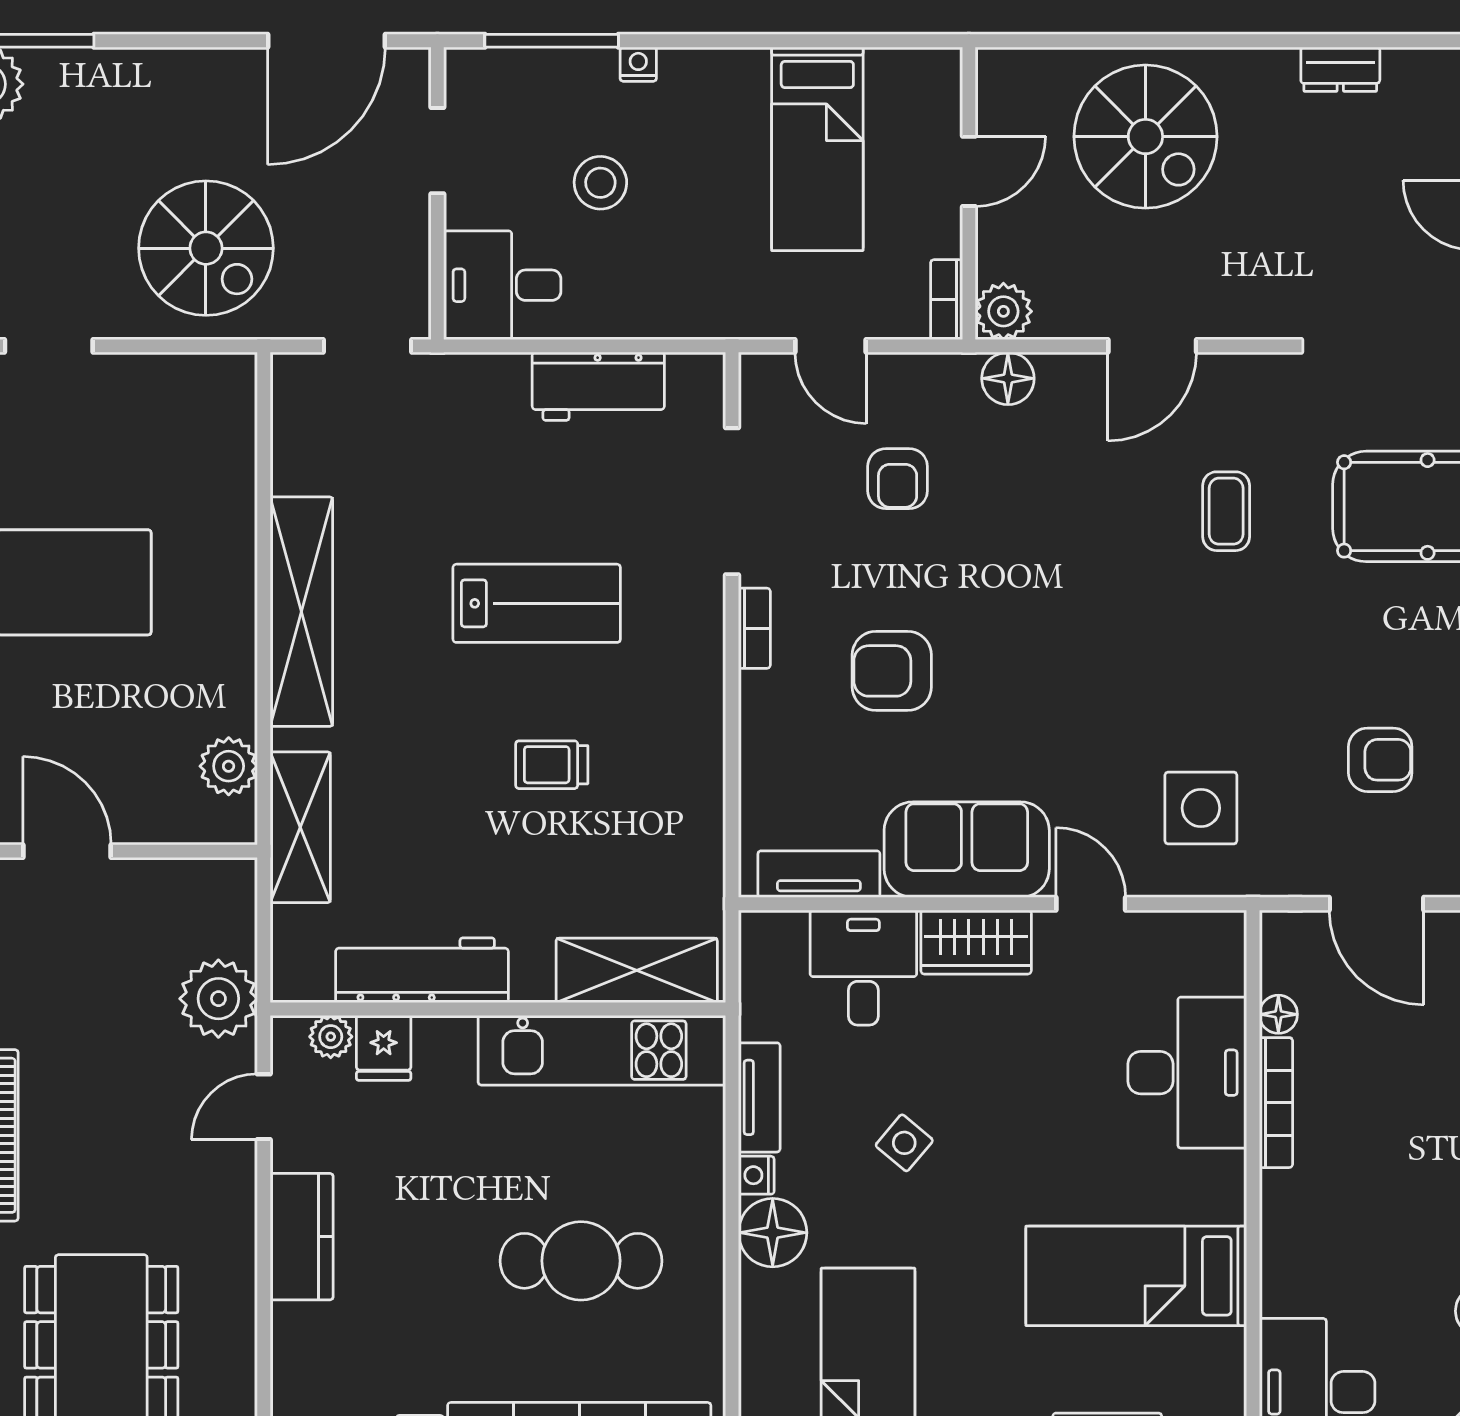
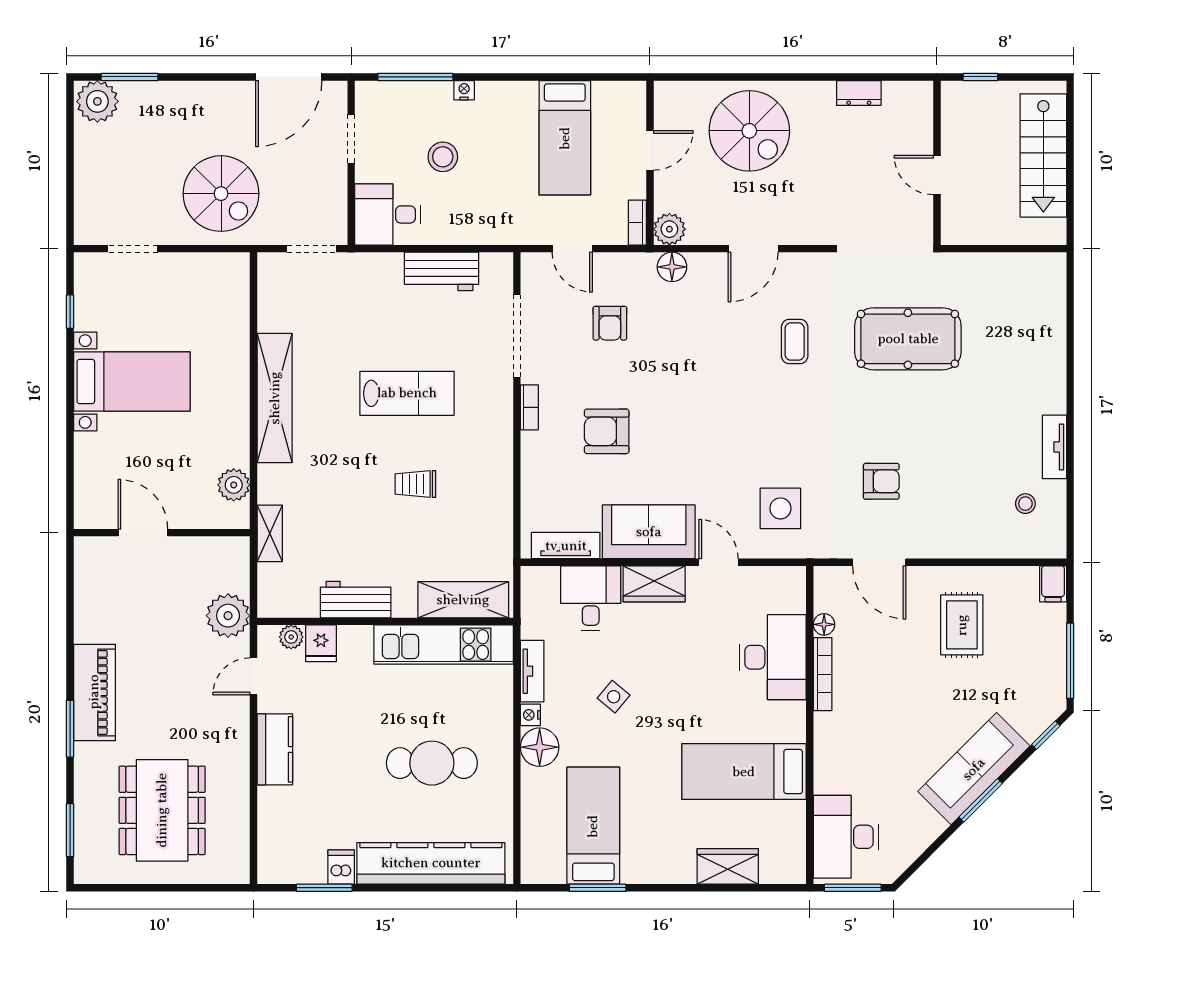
shelving: (300, 827) -> (270, 533), width x0.67, depth x0.75
workbench: (422, 970) -> (356, 600), width x0.73

